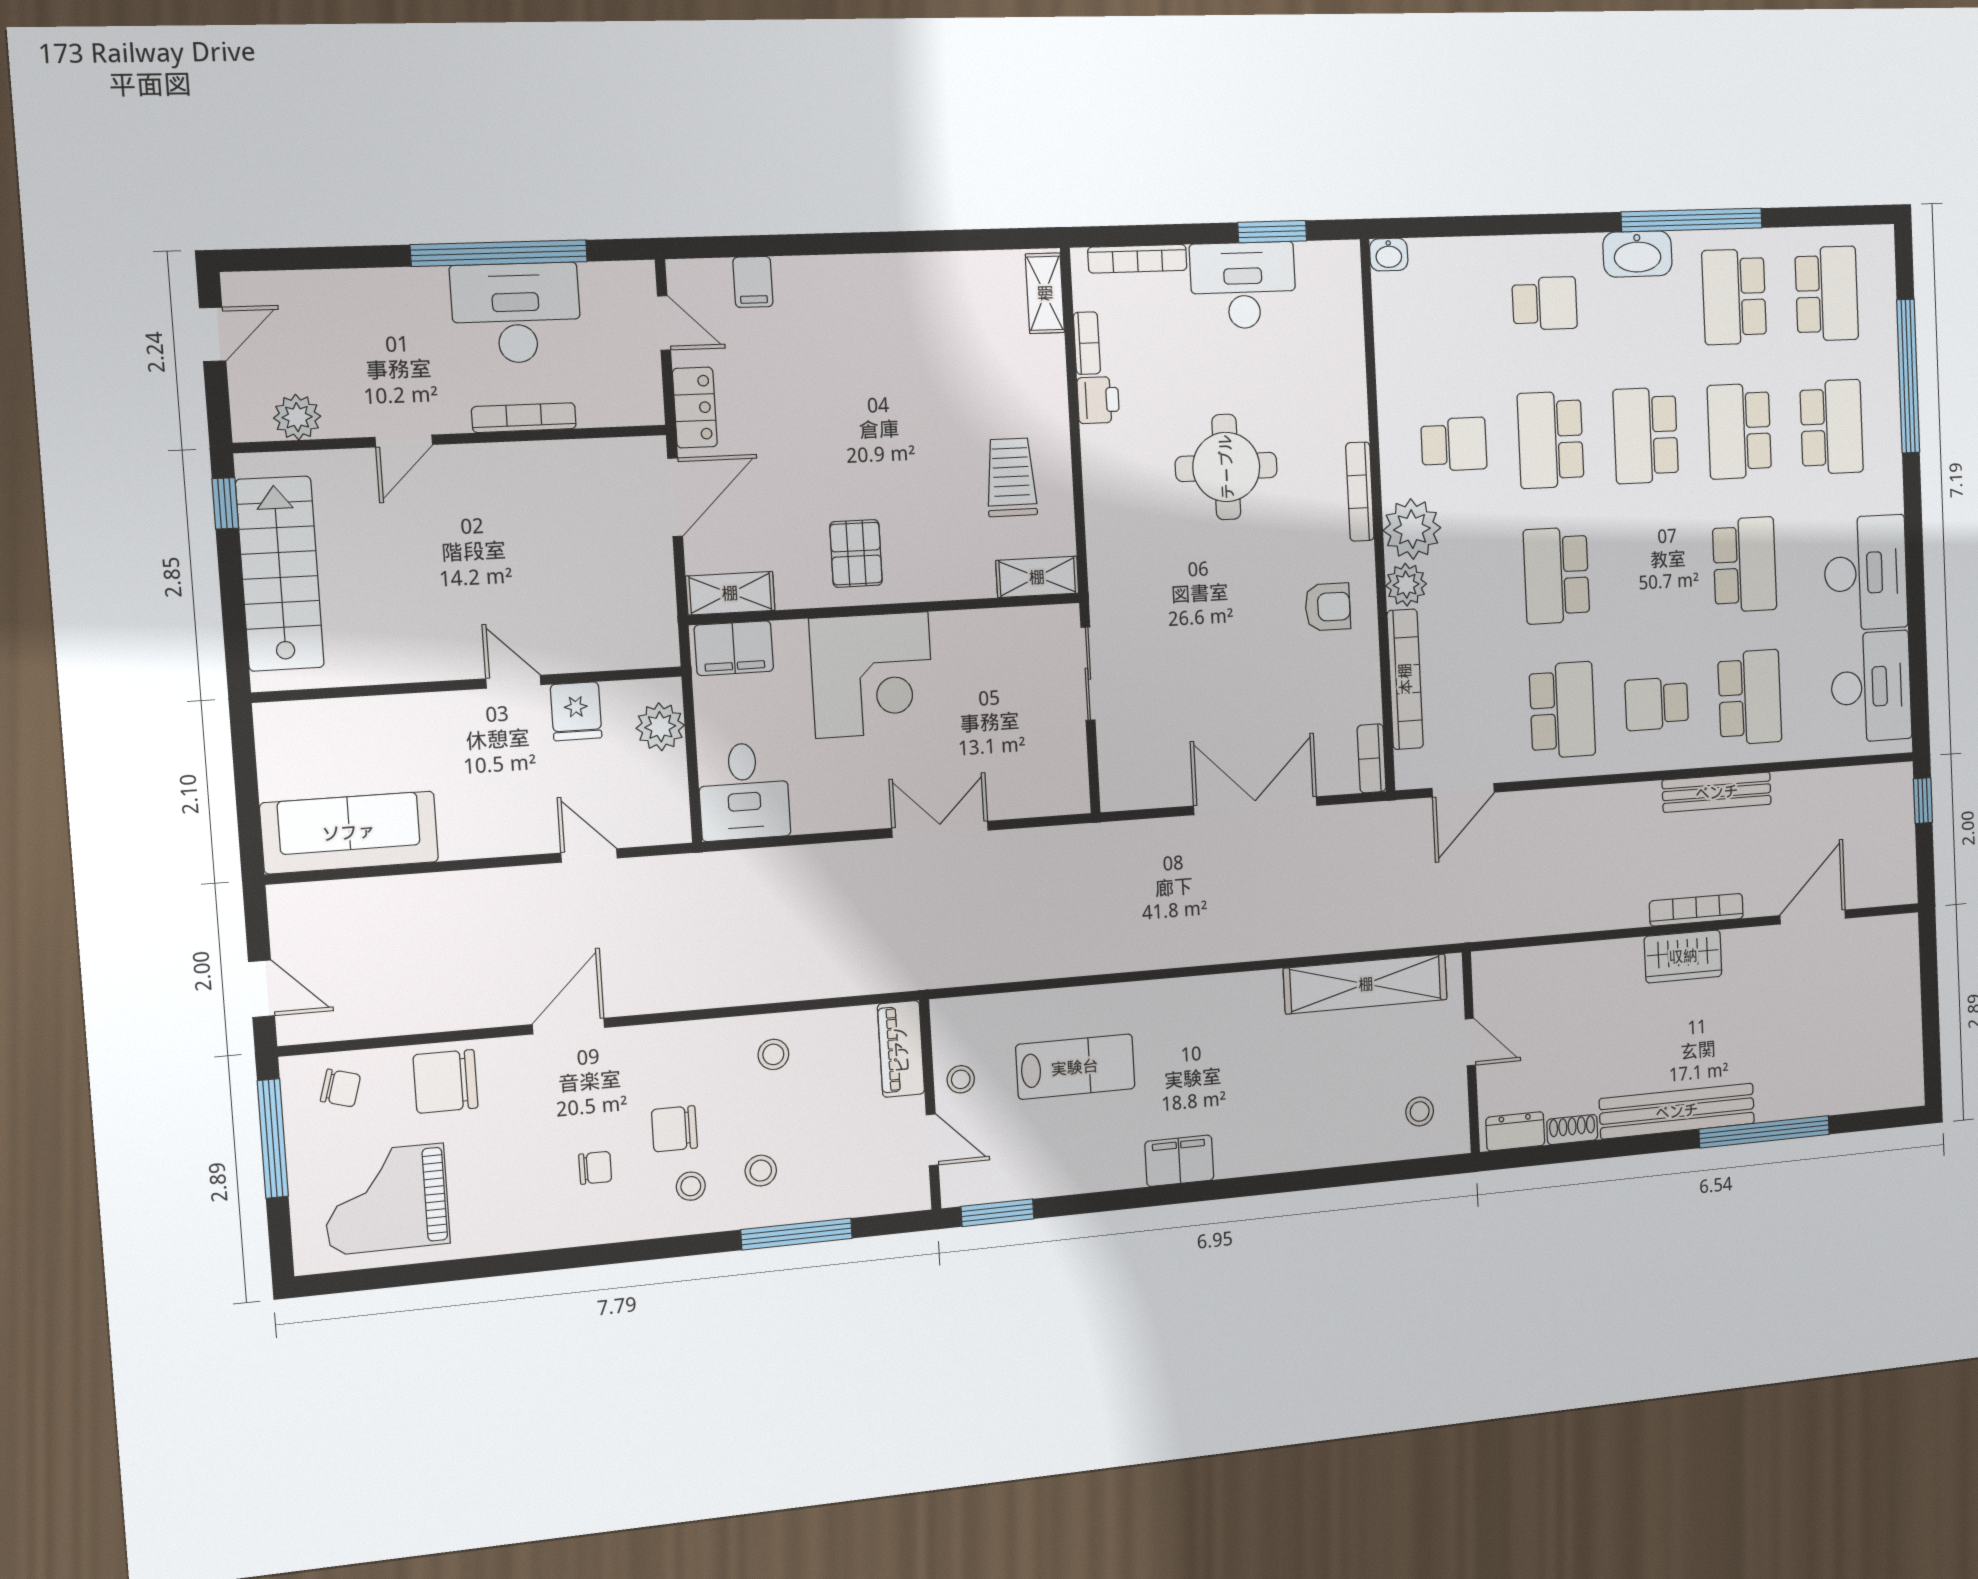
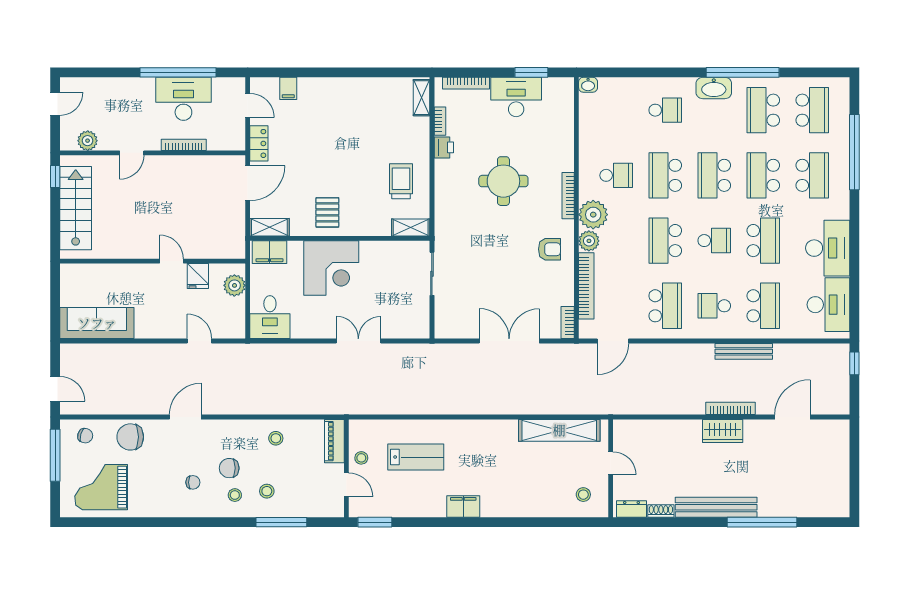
school desk: (1651, 570) -> (714, 241), added

